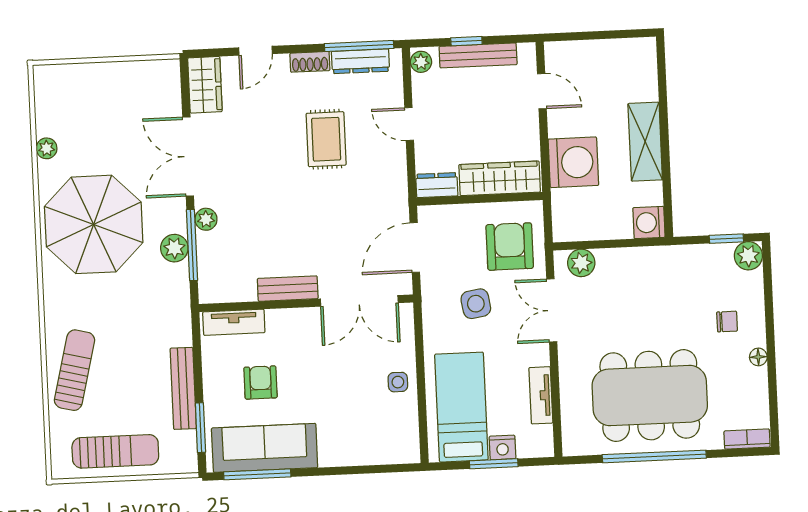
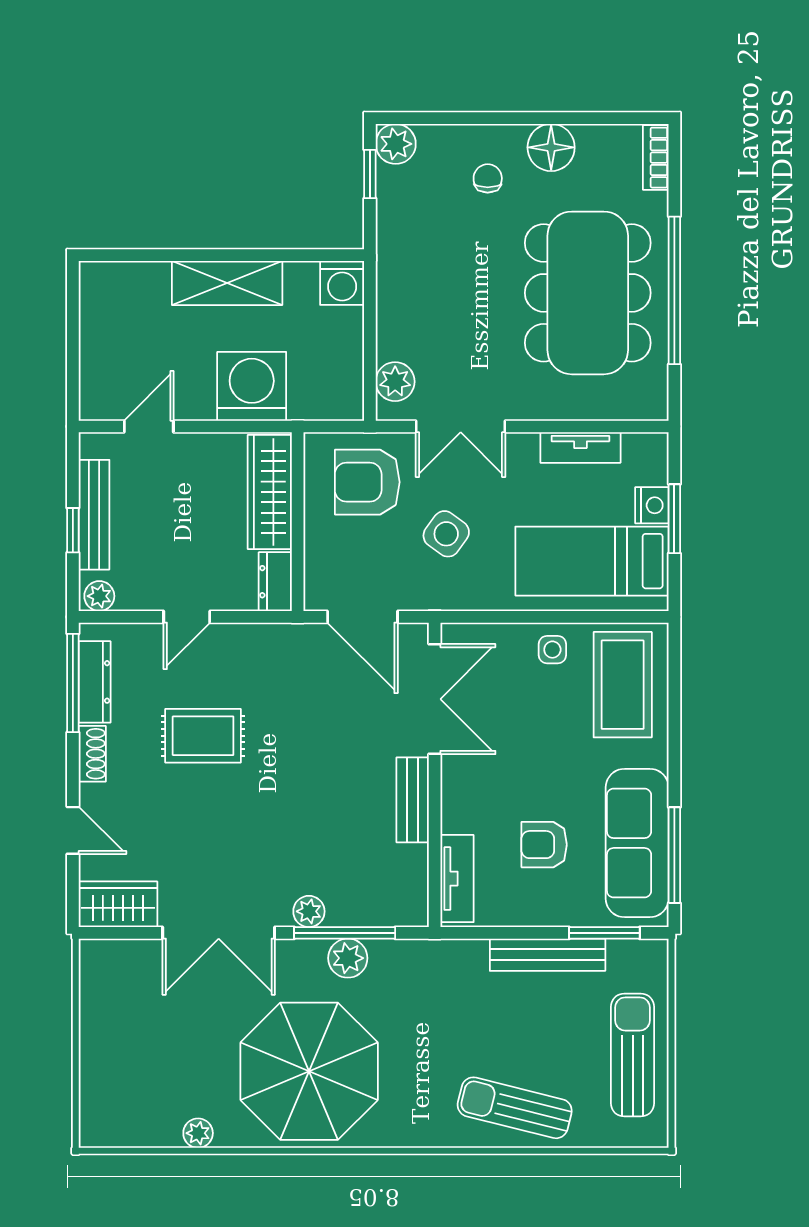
side table: (476, 304) -> (446, 534), turned 45
floor lamp: (758, 357) -> (551, 147), width x1.89, depth x1.89
coffee table: (375, 433) -> (623, 685), added

